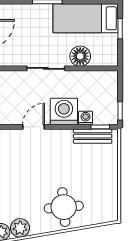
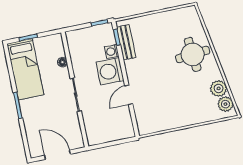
floor lamp: (80, 56) -> (62, 62), width x0.53, depth x0.53
door: (34, 127) -> (129, 95), hinge flipped

